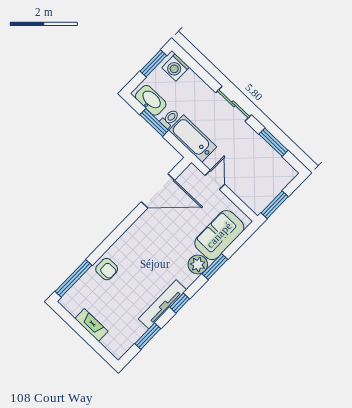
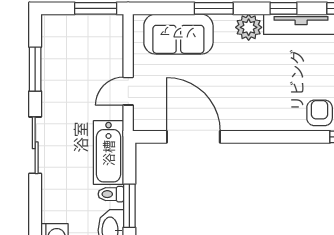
plant: (198, 265) -> (249, 27), moved

